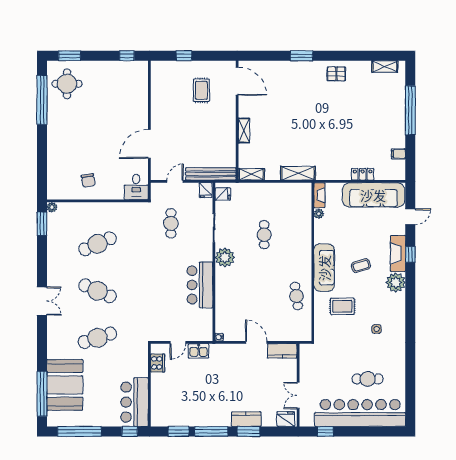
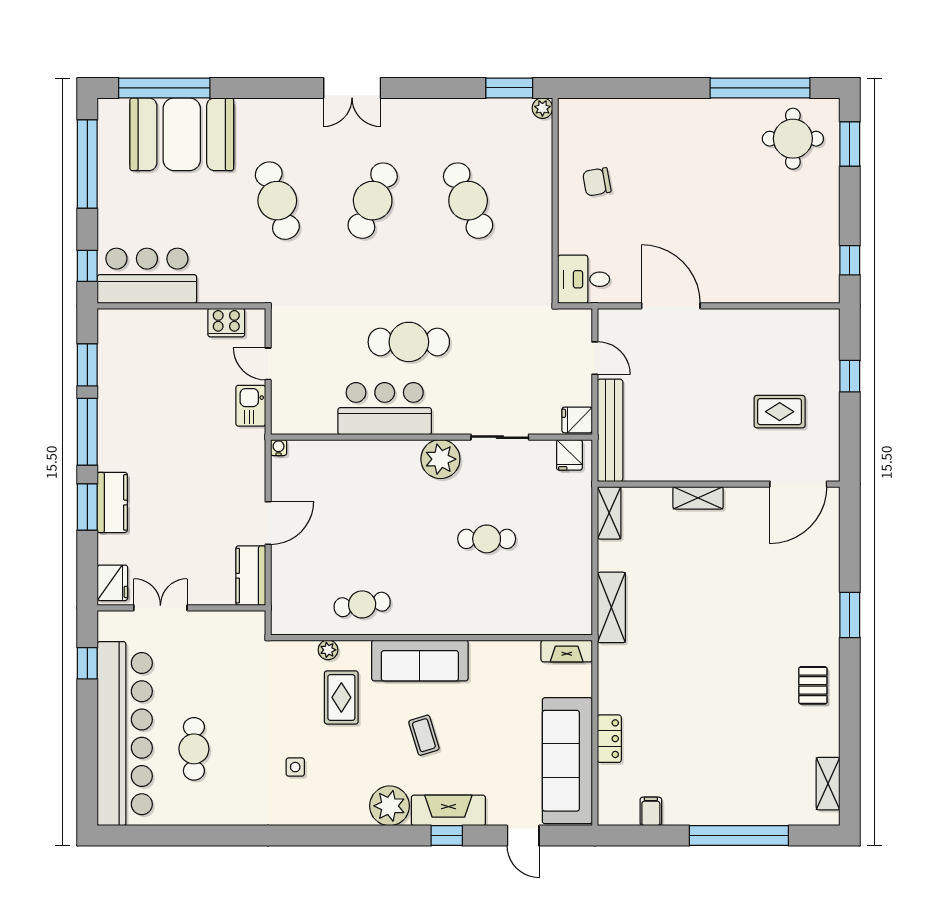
plant: (319, 214) -> (328, 650), moved
cafe table: (171, 223) -> (409, 342), moved, width x1.37, depth x1.35

